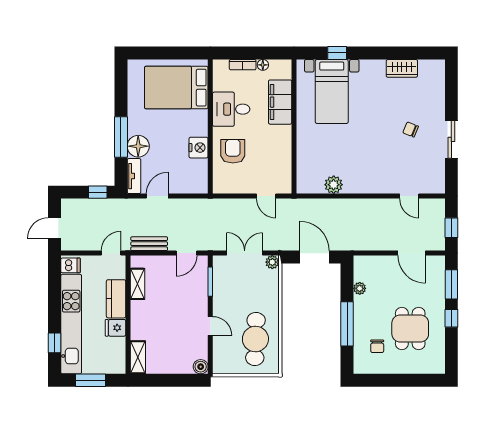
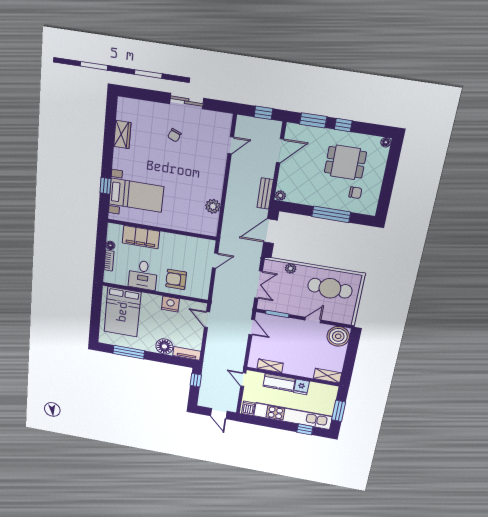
window: (121, 137) -> (129, 352), moved
door: (157, 196) -> (207, 320), moved
bench: (149, 244) -> (265, 194), moved
double door: (245, 253) -> (259, 285), swing flipped
plant: (272, 262) -> (291, 268), moved
plant: (360, 288) -> (280, 196), moved
boiler: (201, 367) -> (338, 336), width x1.86, depth x1.86
floor lamp: (440, 368) -> (386, 142), added

